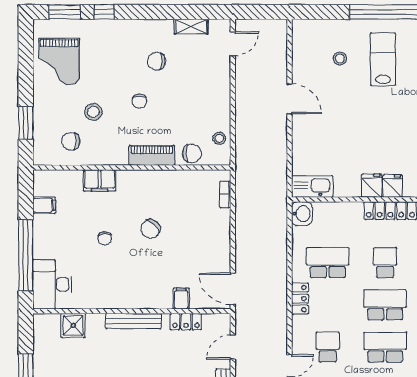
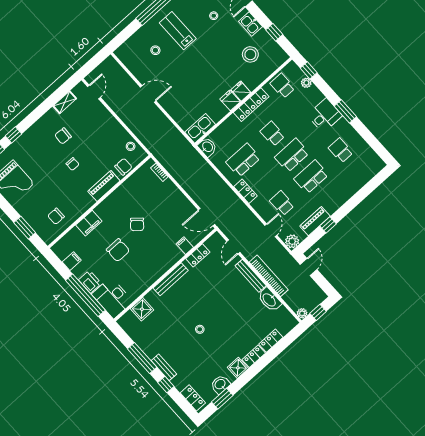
stool: (93, 112) -> (54, 191), removed
chair: (105, 238) -> (118, 250), width x1.87, depth x1.87
printer: (44, 245) -> (90, 282), added

